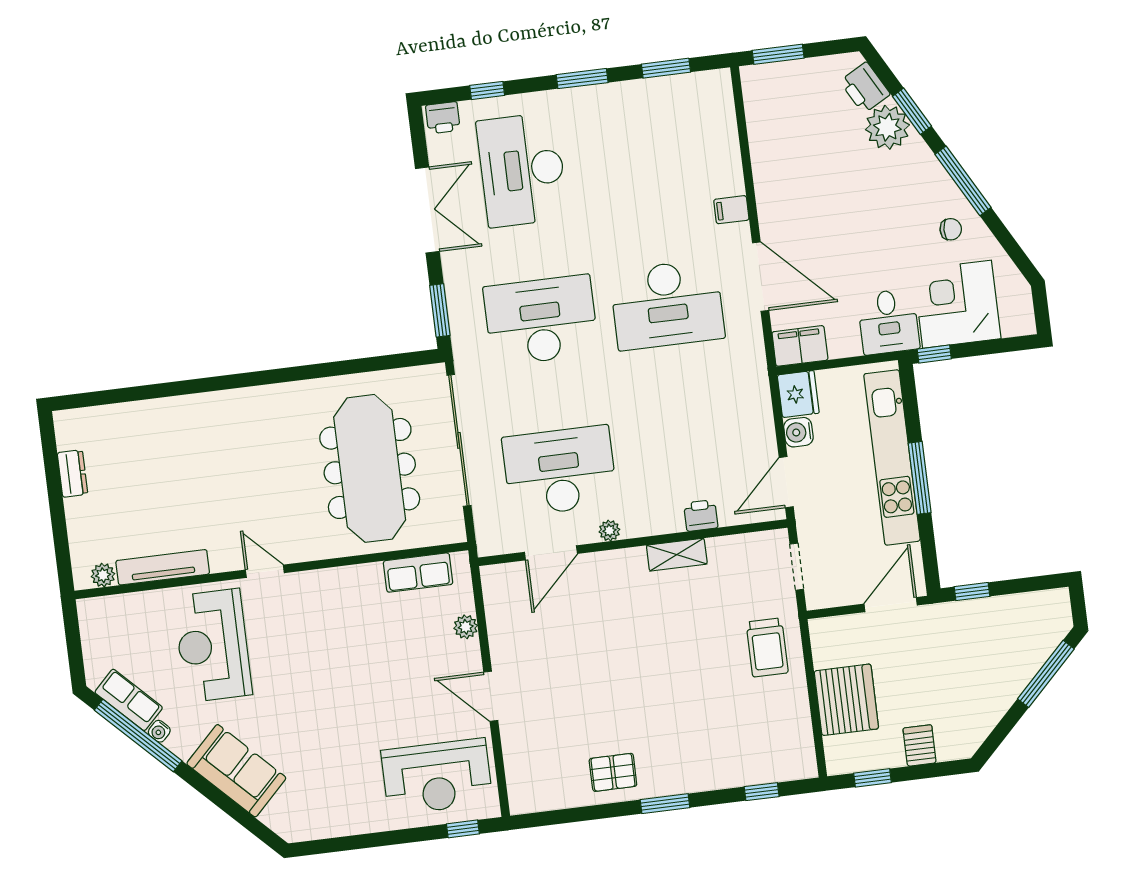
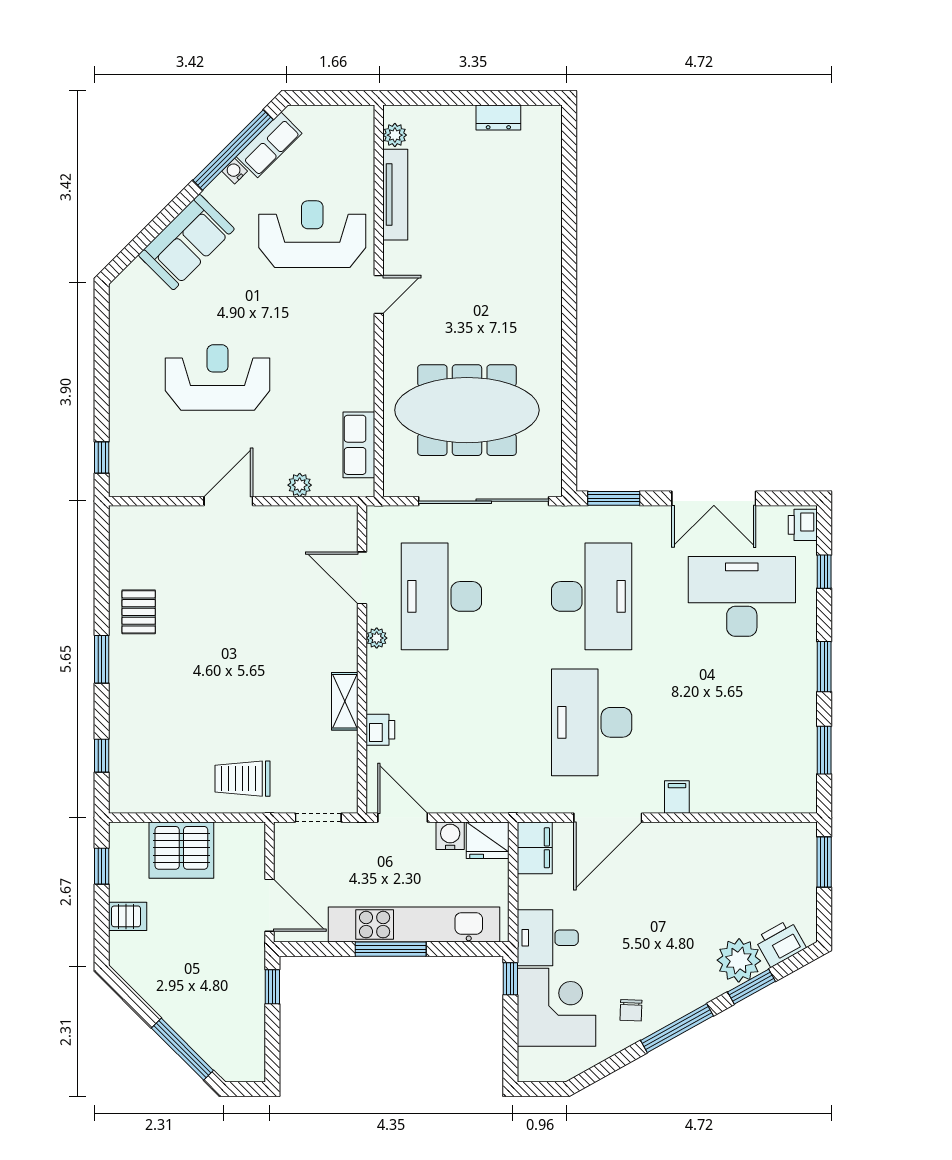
desk: (560, 471) -> (441, 596), turned 180
reception desk: (437, 777) -> (218, 377), moved, turned 90

